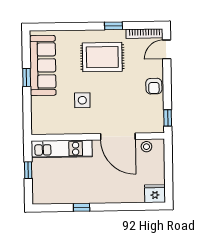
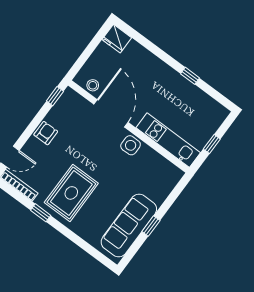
rug: (102, 57) -> (71, 193), turned 90
side table: (82, 100) -> (131, 145), moved

